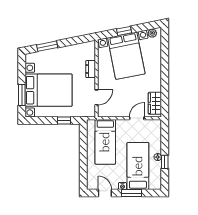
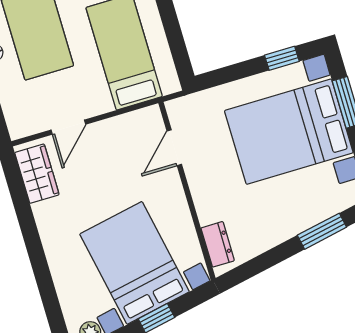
dresser: (91, 69) -> (218, 244), moved
window: (64, 120) -> (282, 58), moved

